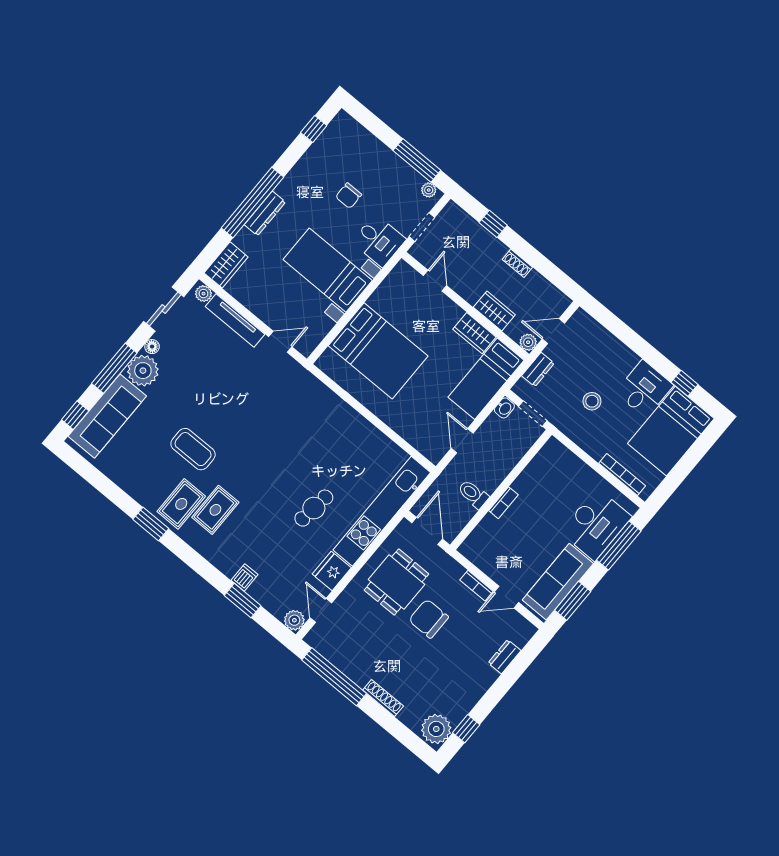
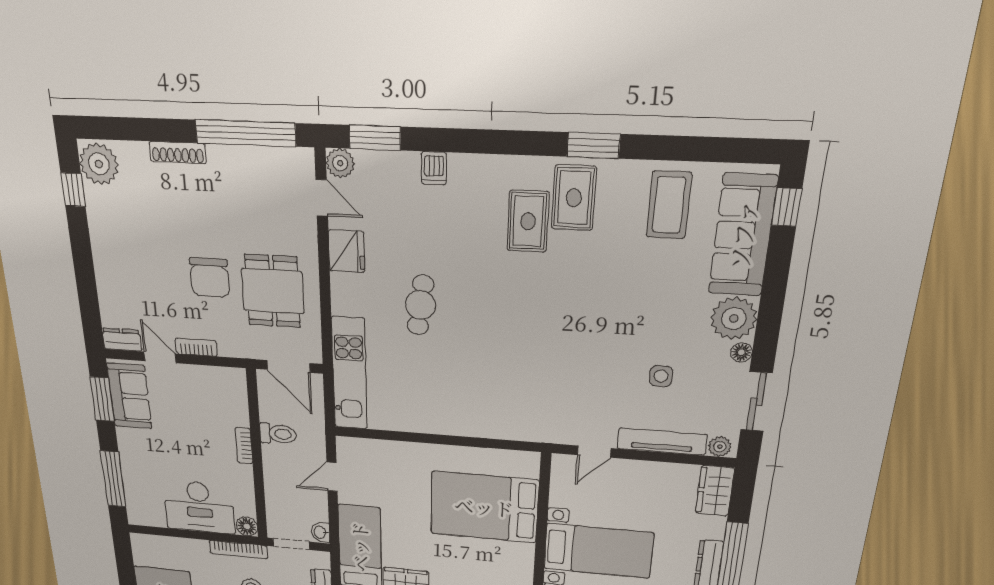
side table: (207, 364) -> (661, 376), added
window: (114, 368) -> (773, 297), removed
door: (462, 441) -> (332, 477), swing flipped
floor lamp: (553, 447) -> (247, 526), added
coffee table: (193, 449) -> (669, 205), moved, turned 90
bookcase: (622, 474) -> (238, 550), moved
kitchen unit: (382, 511) -> (349, 374), width x0.73
desk: (596, 525) -> (199, 507), moved, turned -90
sofa: (558, 582) -> (129, 396), width x0.73
door: (507, 597) -> (160, 357), hinge flipped
window: (243, 601) -> (375, 138), moved
chair: (429, 619) -> (210, 277), turned 90
dresser: (505, 657) -> (122, 340), moved, turned -90

